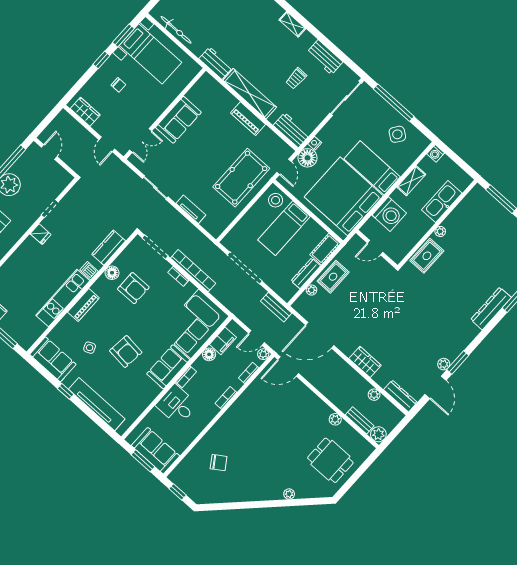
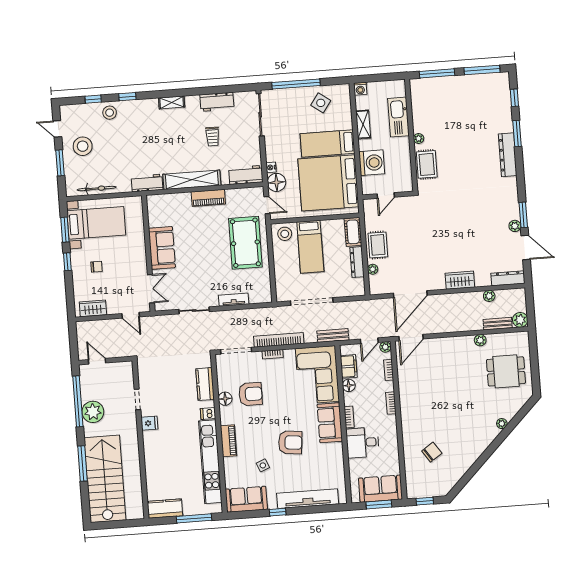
kitchen unit: (63, 298) -> (210, 462), width x1.36
bench: (276, 307) -> (333, 336), moved

